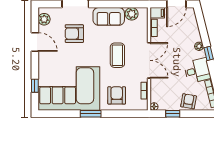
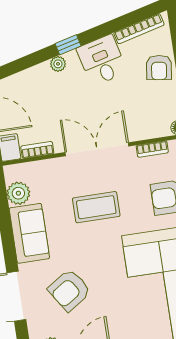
armchair: (74, 34) -> (69, 290), turned 57
armchair: (189, 101) -> (159, 68), turned -92

